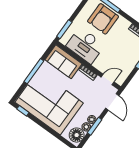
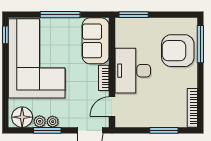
desk: (85, 45) -> (133, 71), moved
door: (108, 79) -> (112, 106), swing flipped

